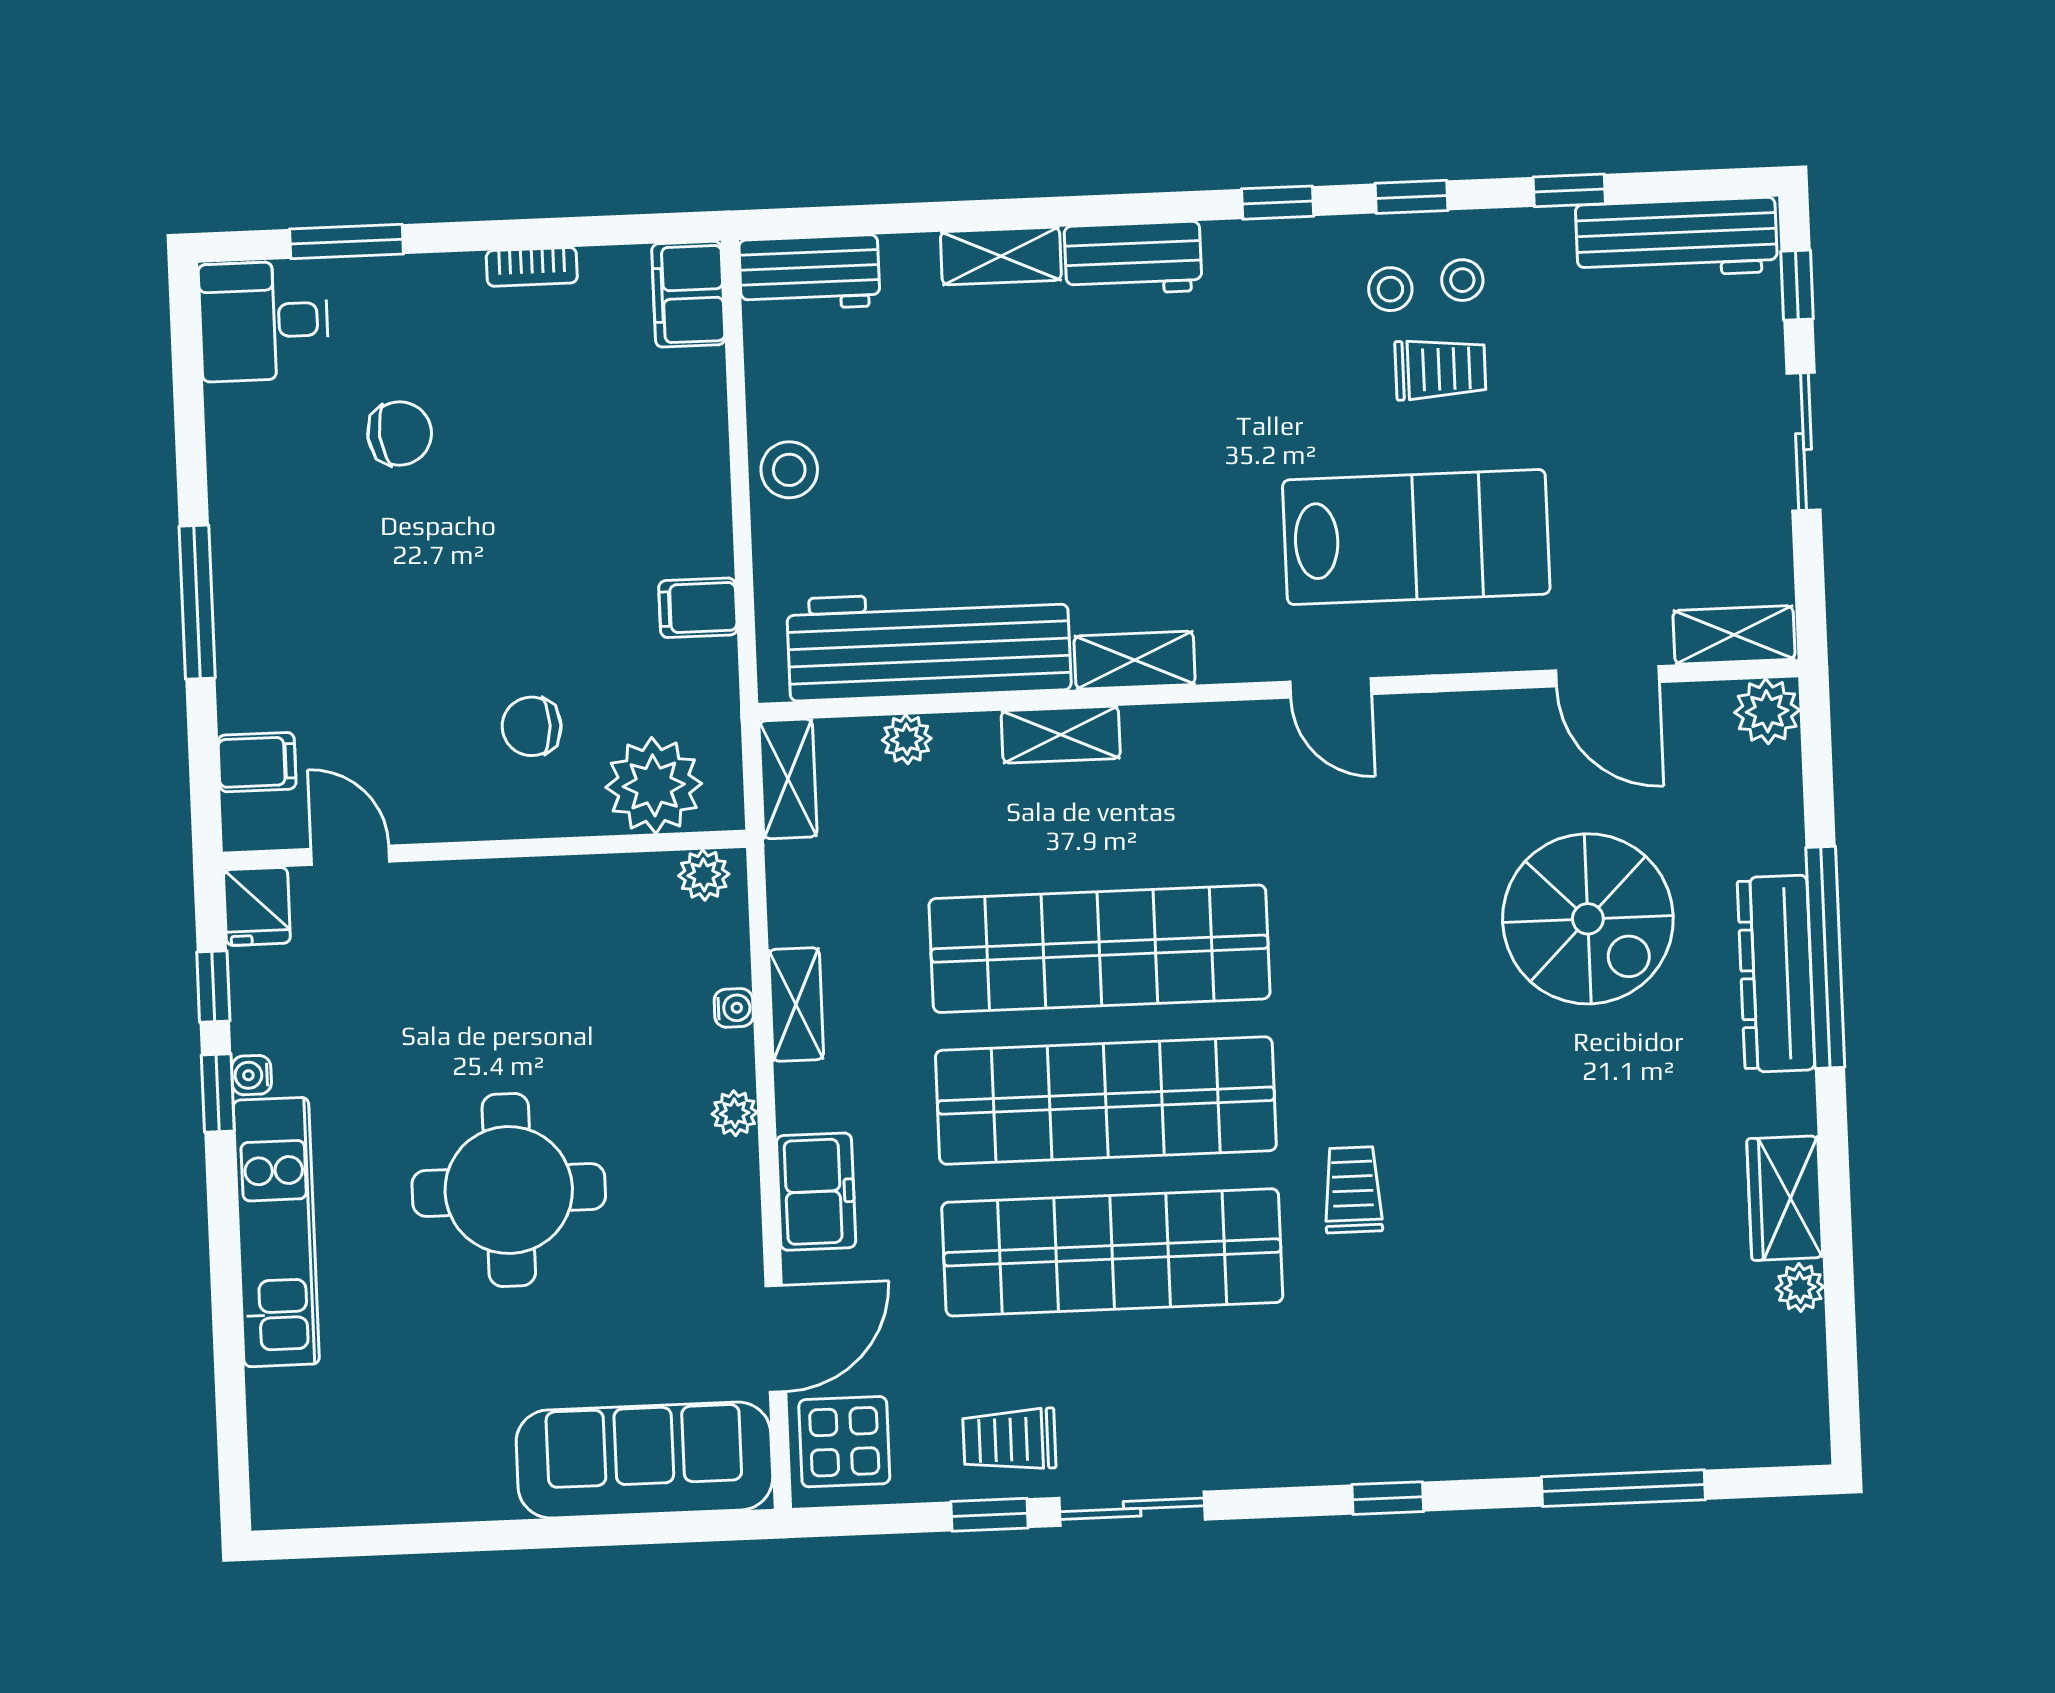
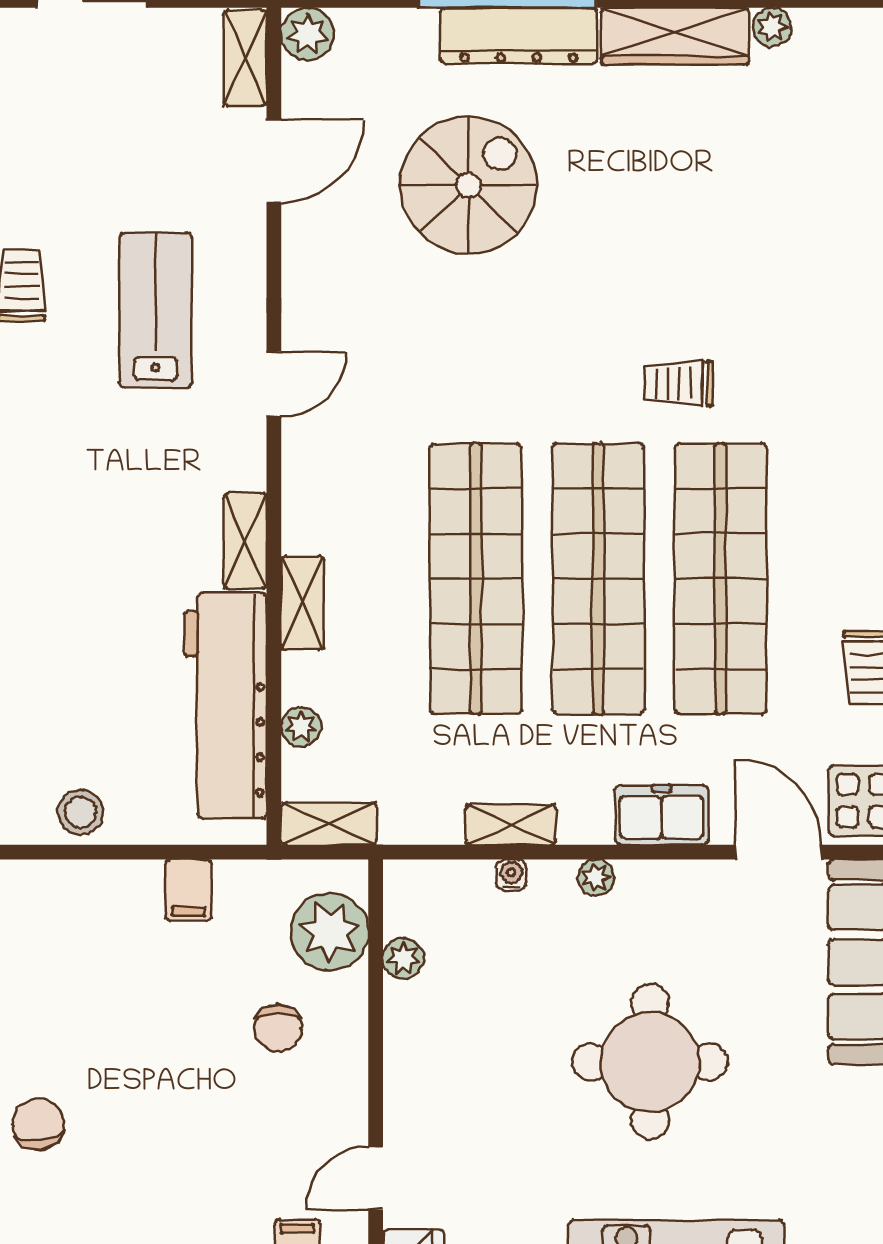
lab bench: (1416, 537) -> (156, 310), width x0.73, depth x0.72
plant: (704, 875) -> (403, 958), moved
wardrobe: (1785, 1198) -> (675, 36), width x1.50

